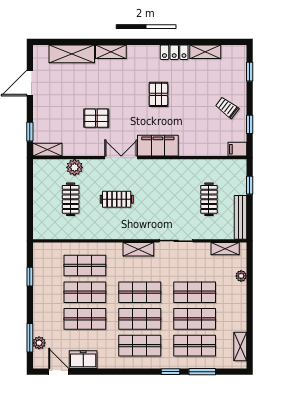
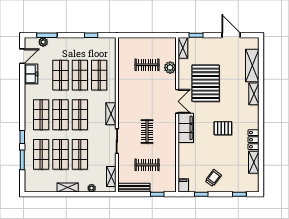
pallet: (96, 118) -> (206, 83), width x2.05, depth x2.00
clothes rail: (117, 199) -> (147, 131), moved
shelving: (240, 346) -> (68, 187), moved

